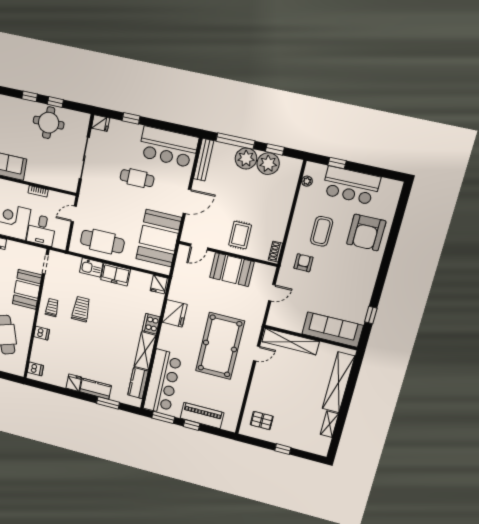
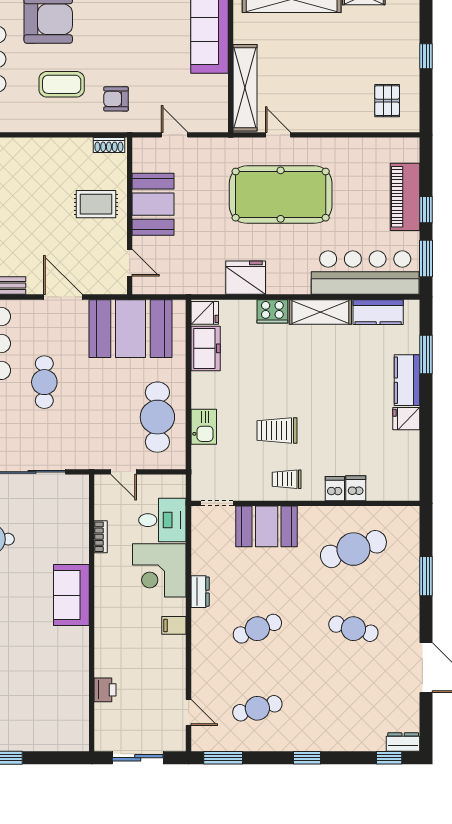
freezer: (116, 274) -> (206, 348), moved
dishwasher: (35, 369) -> (356, 488), moved

